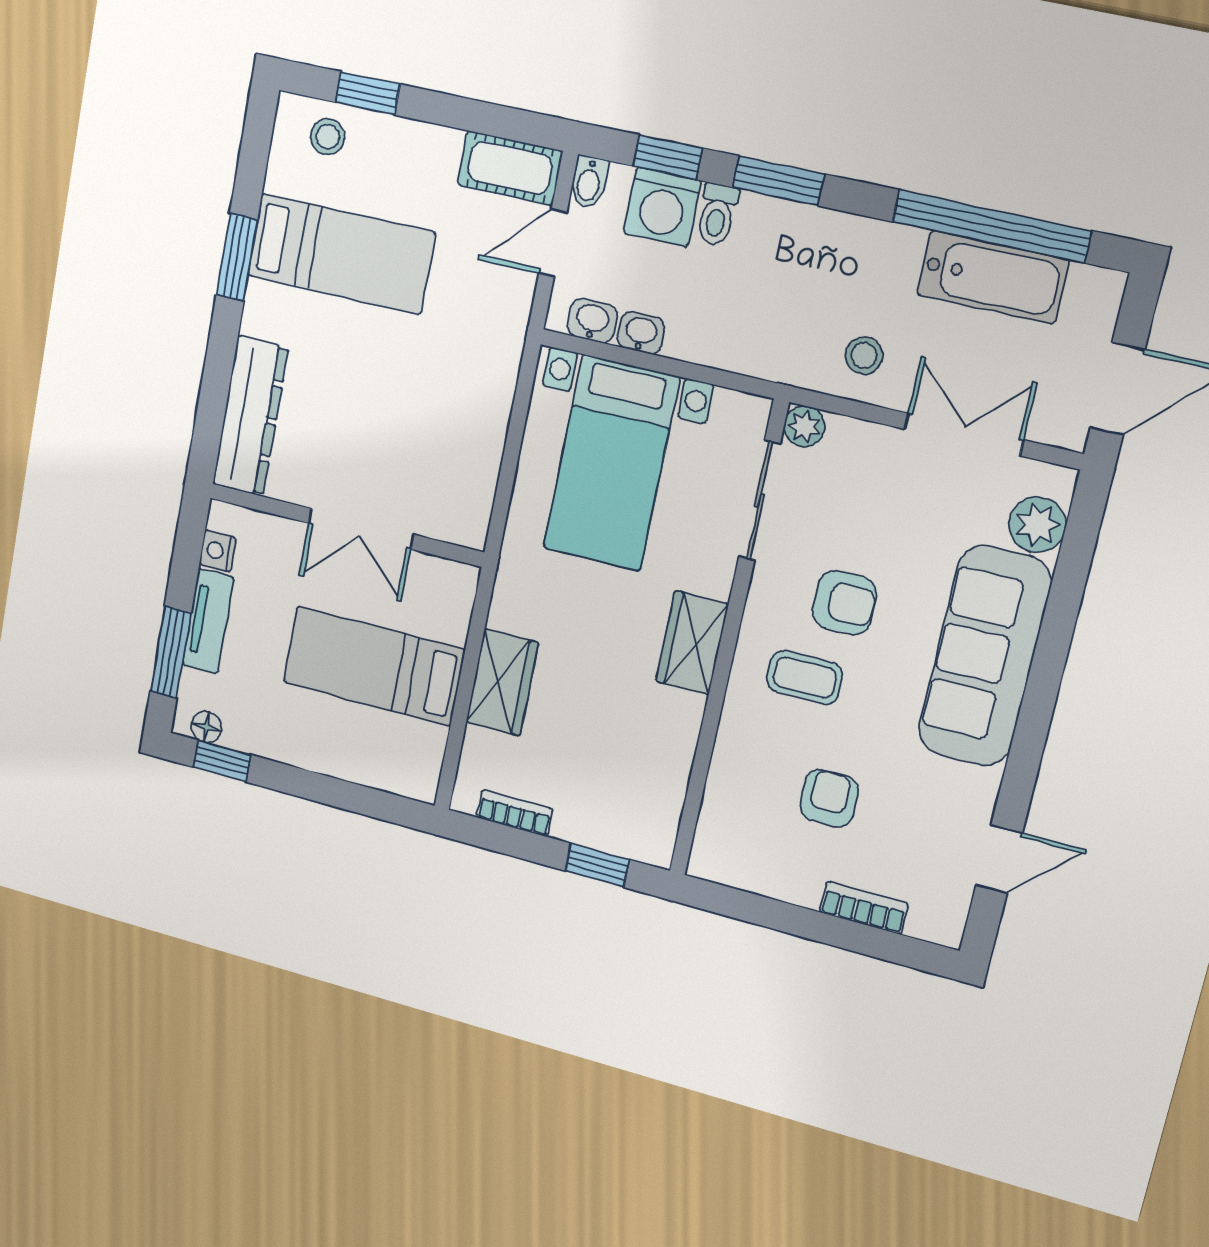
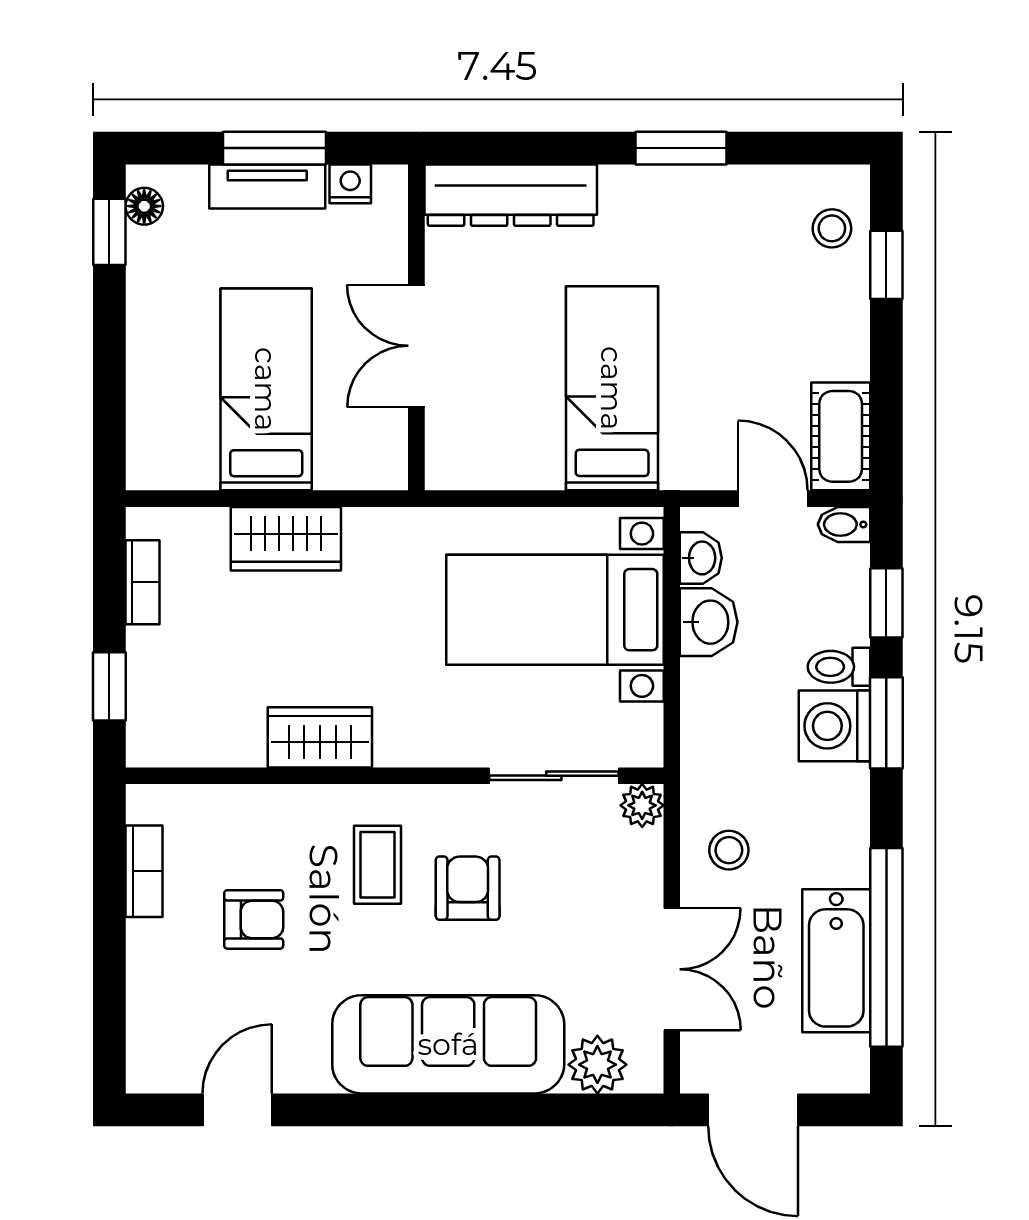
washing machine: (662, 207) -> (834, 726), moved
bed: (341, 254) -> (612, 388), moved, turned 180
washbasin: (641, 333) -> (709, 622), width x1.38, depth x1.45
armchair: (844, 603) -> (468, 888), turned 180
wardrobe: (692, 643) -> (320, 737), moved
window: (171, 652) -> (275, 148), moved
door: (999, 859) -> (237, 1110), swing flipped
bookcase: (864, 908) -> (144, 871), moved

